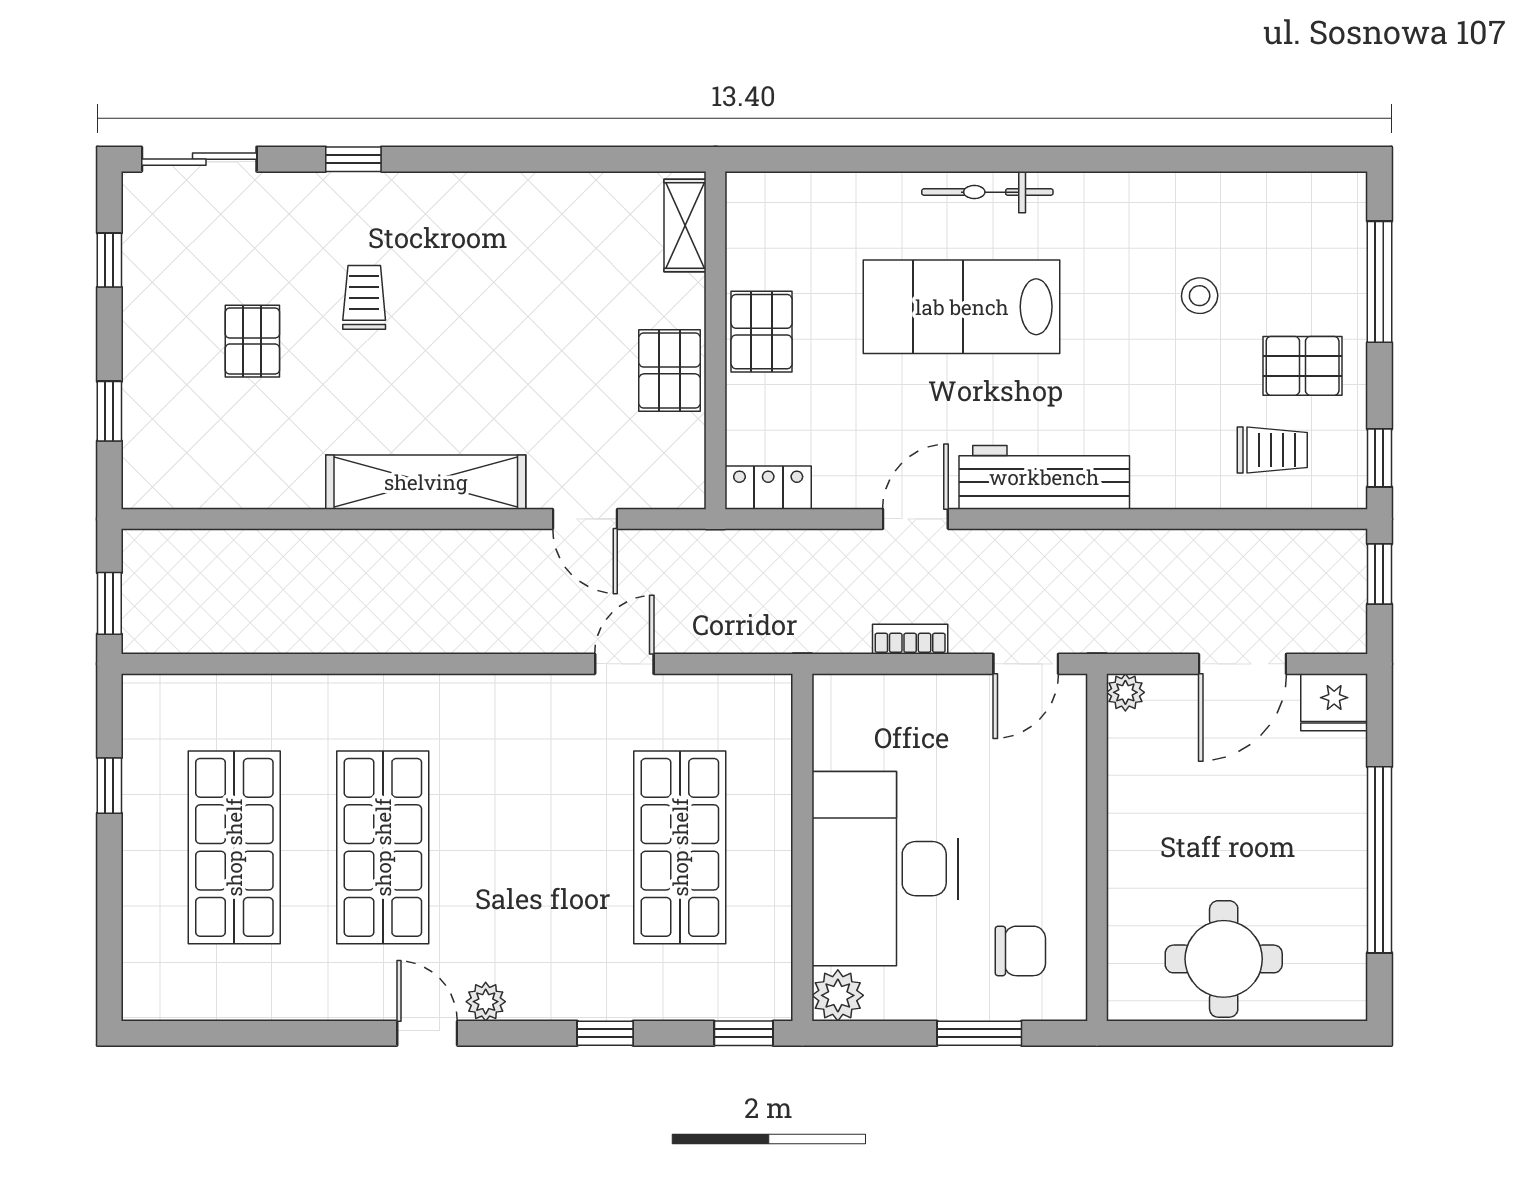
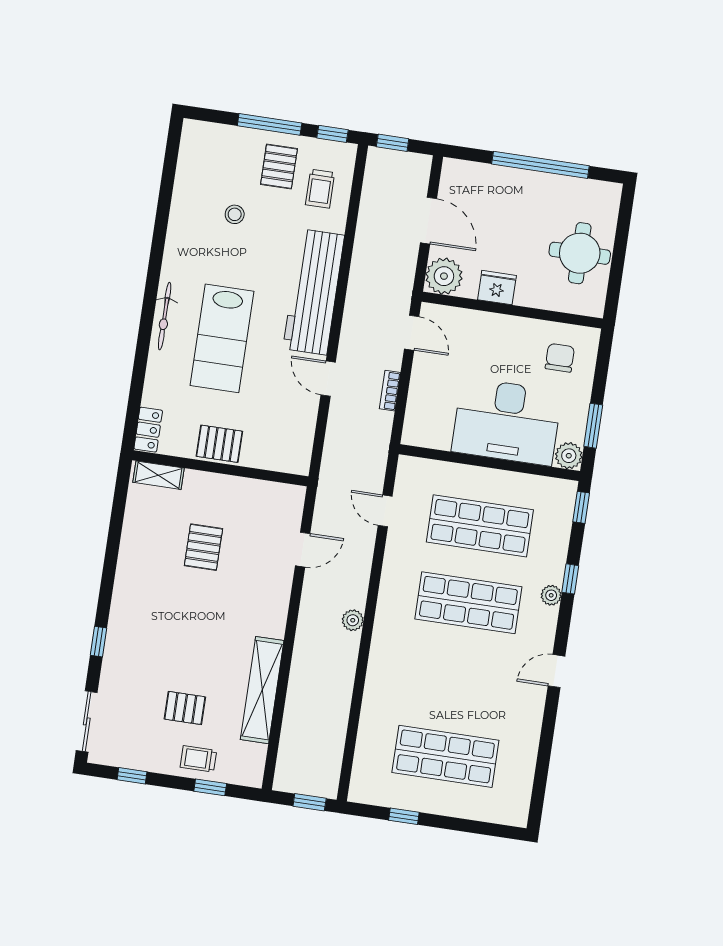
window: (1379, 282) -> (270, 124), moved
trolley: (364, 297) -> (198, 759), moved
pallet: (670, 370) -> (203, 547), moved, turned 90
trolley: (1272, 450) -> (320, 189), turned 180
workbench: (1044, 477) -> (314, 292), width x1.36, depth x1.32
shelving: (426, 482) -> (262, 690), moved
locker: (768, 488) -> (148, 430), moved, turned 180
plant: (466, 634) -> (353, 620), added
door: (624, 664) -> (385, 511), moved
plant: (1125, 692) -> (444, 276), width x1.87, depth x1.87
fridge: (1334, 702) -> (497, 288), moved, turned -90
shop shelf: (383, 847) -> (468, 603), moved
plant: (486, 1002) -> (551, 595), moved
window: (979, 1033) -> (593, 426), moved

